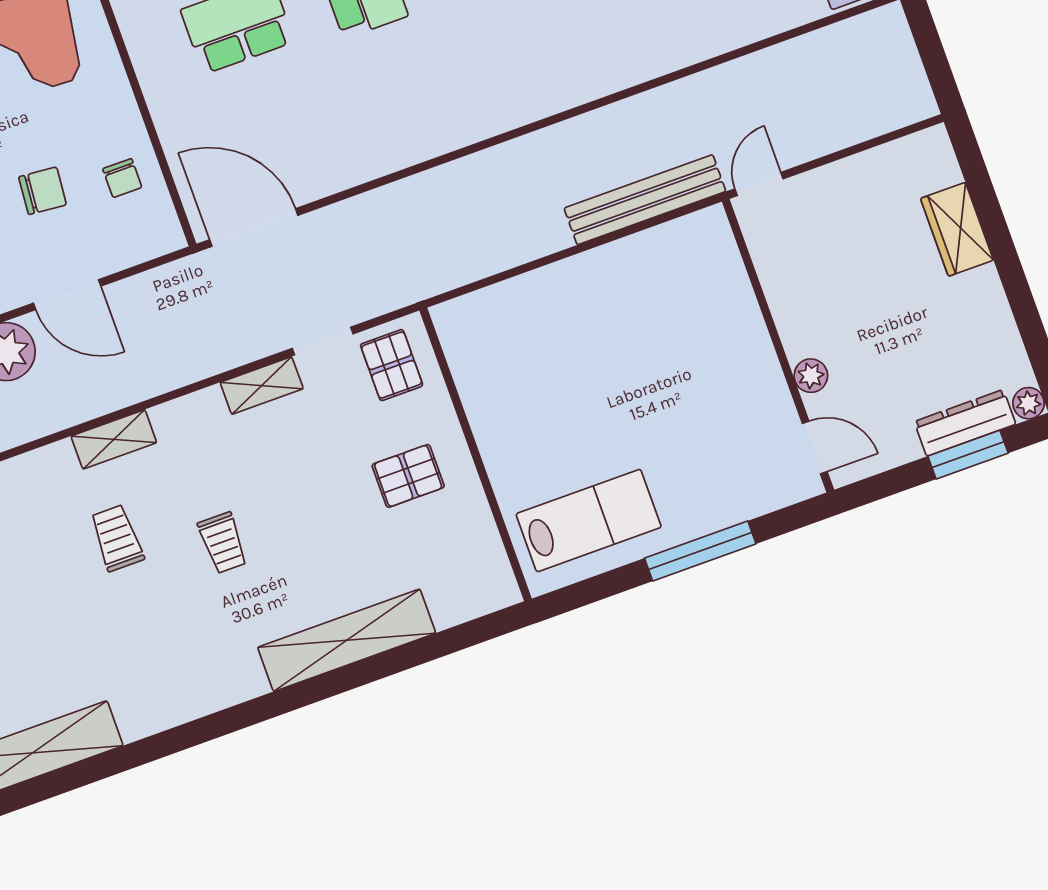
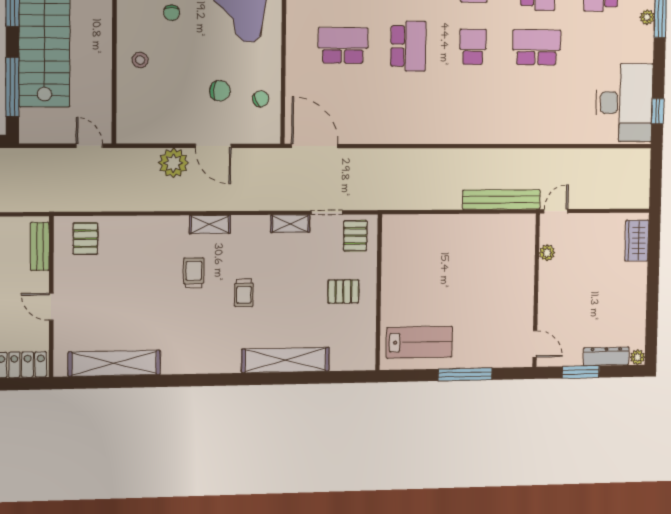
chair: (122, 178) -> (261, 99), turned -115
wardrobe: (957, 229) -> (637, 241), moved
plant: (811, 376) -> (547, 253), moved
window: (968, 455) -> (581, 372), moved

